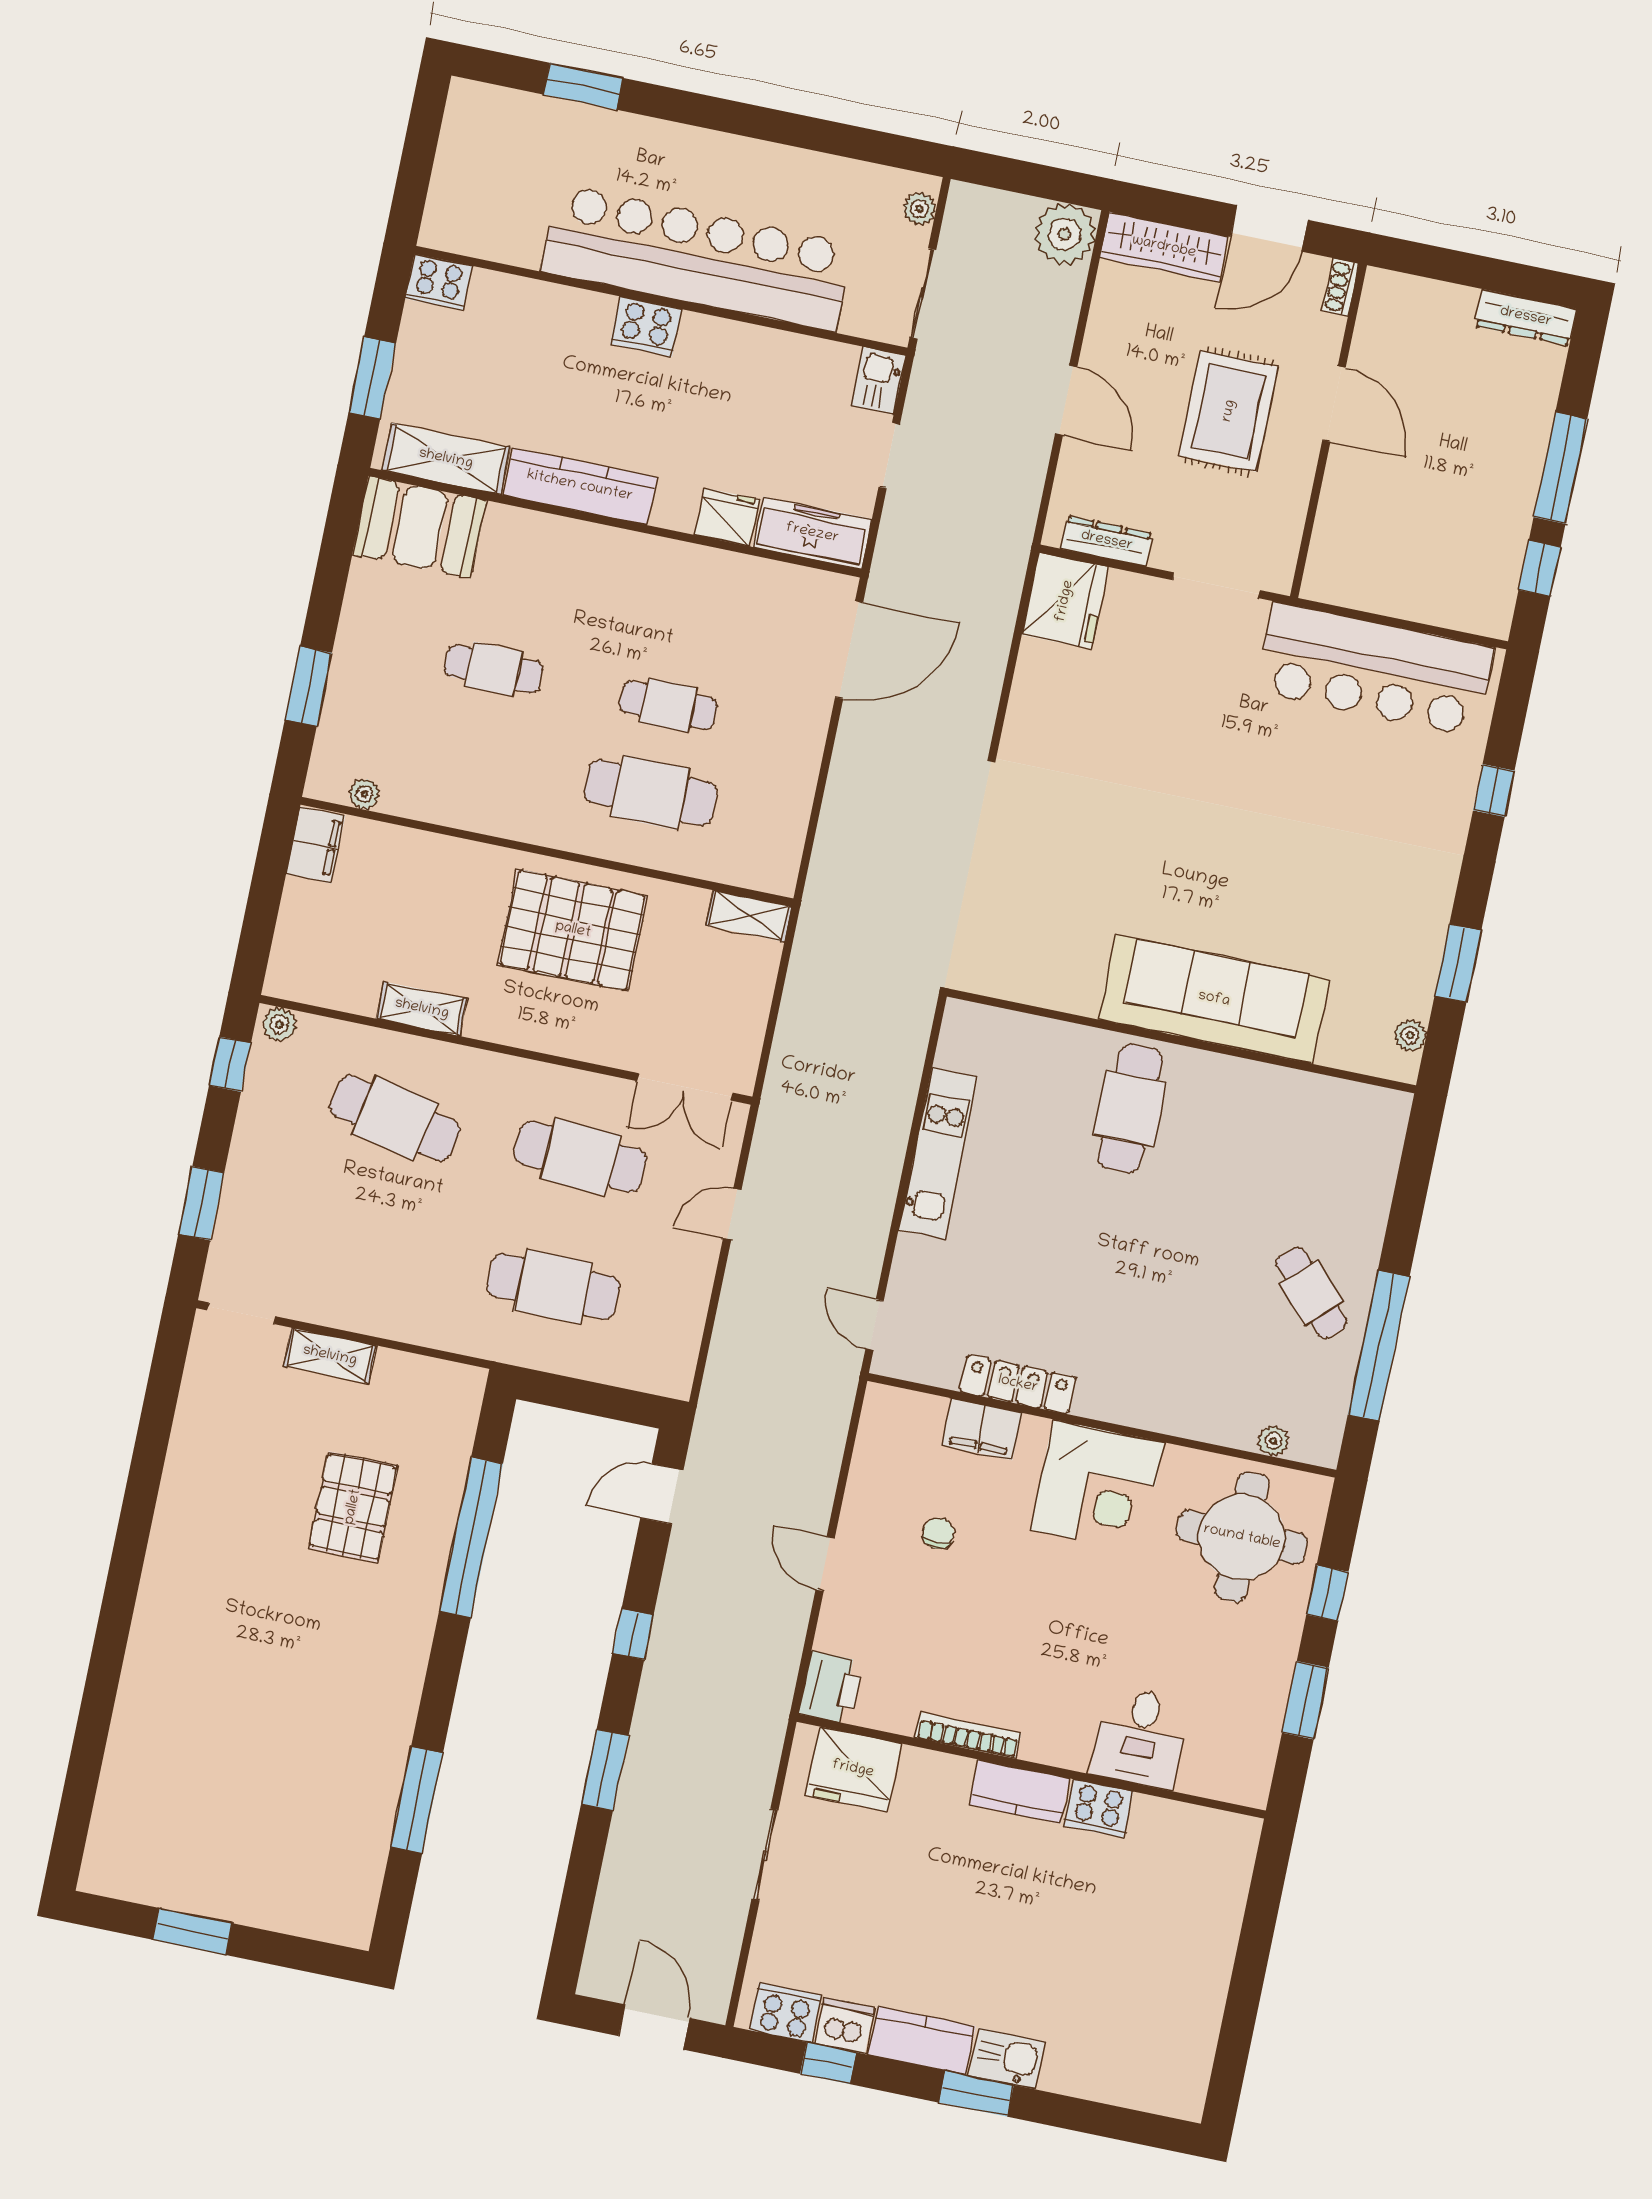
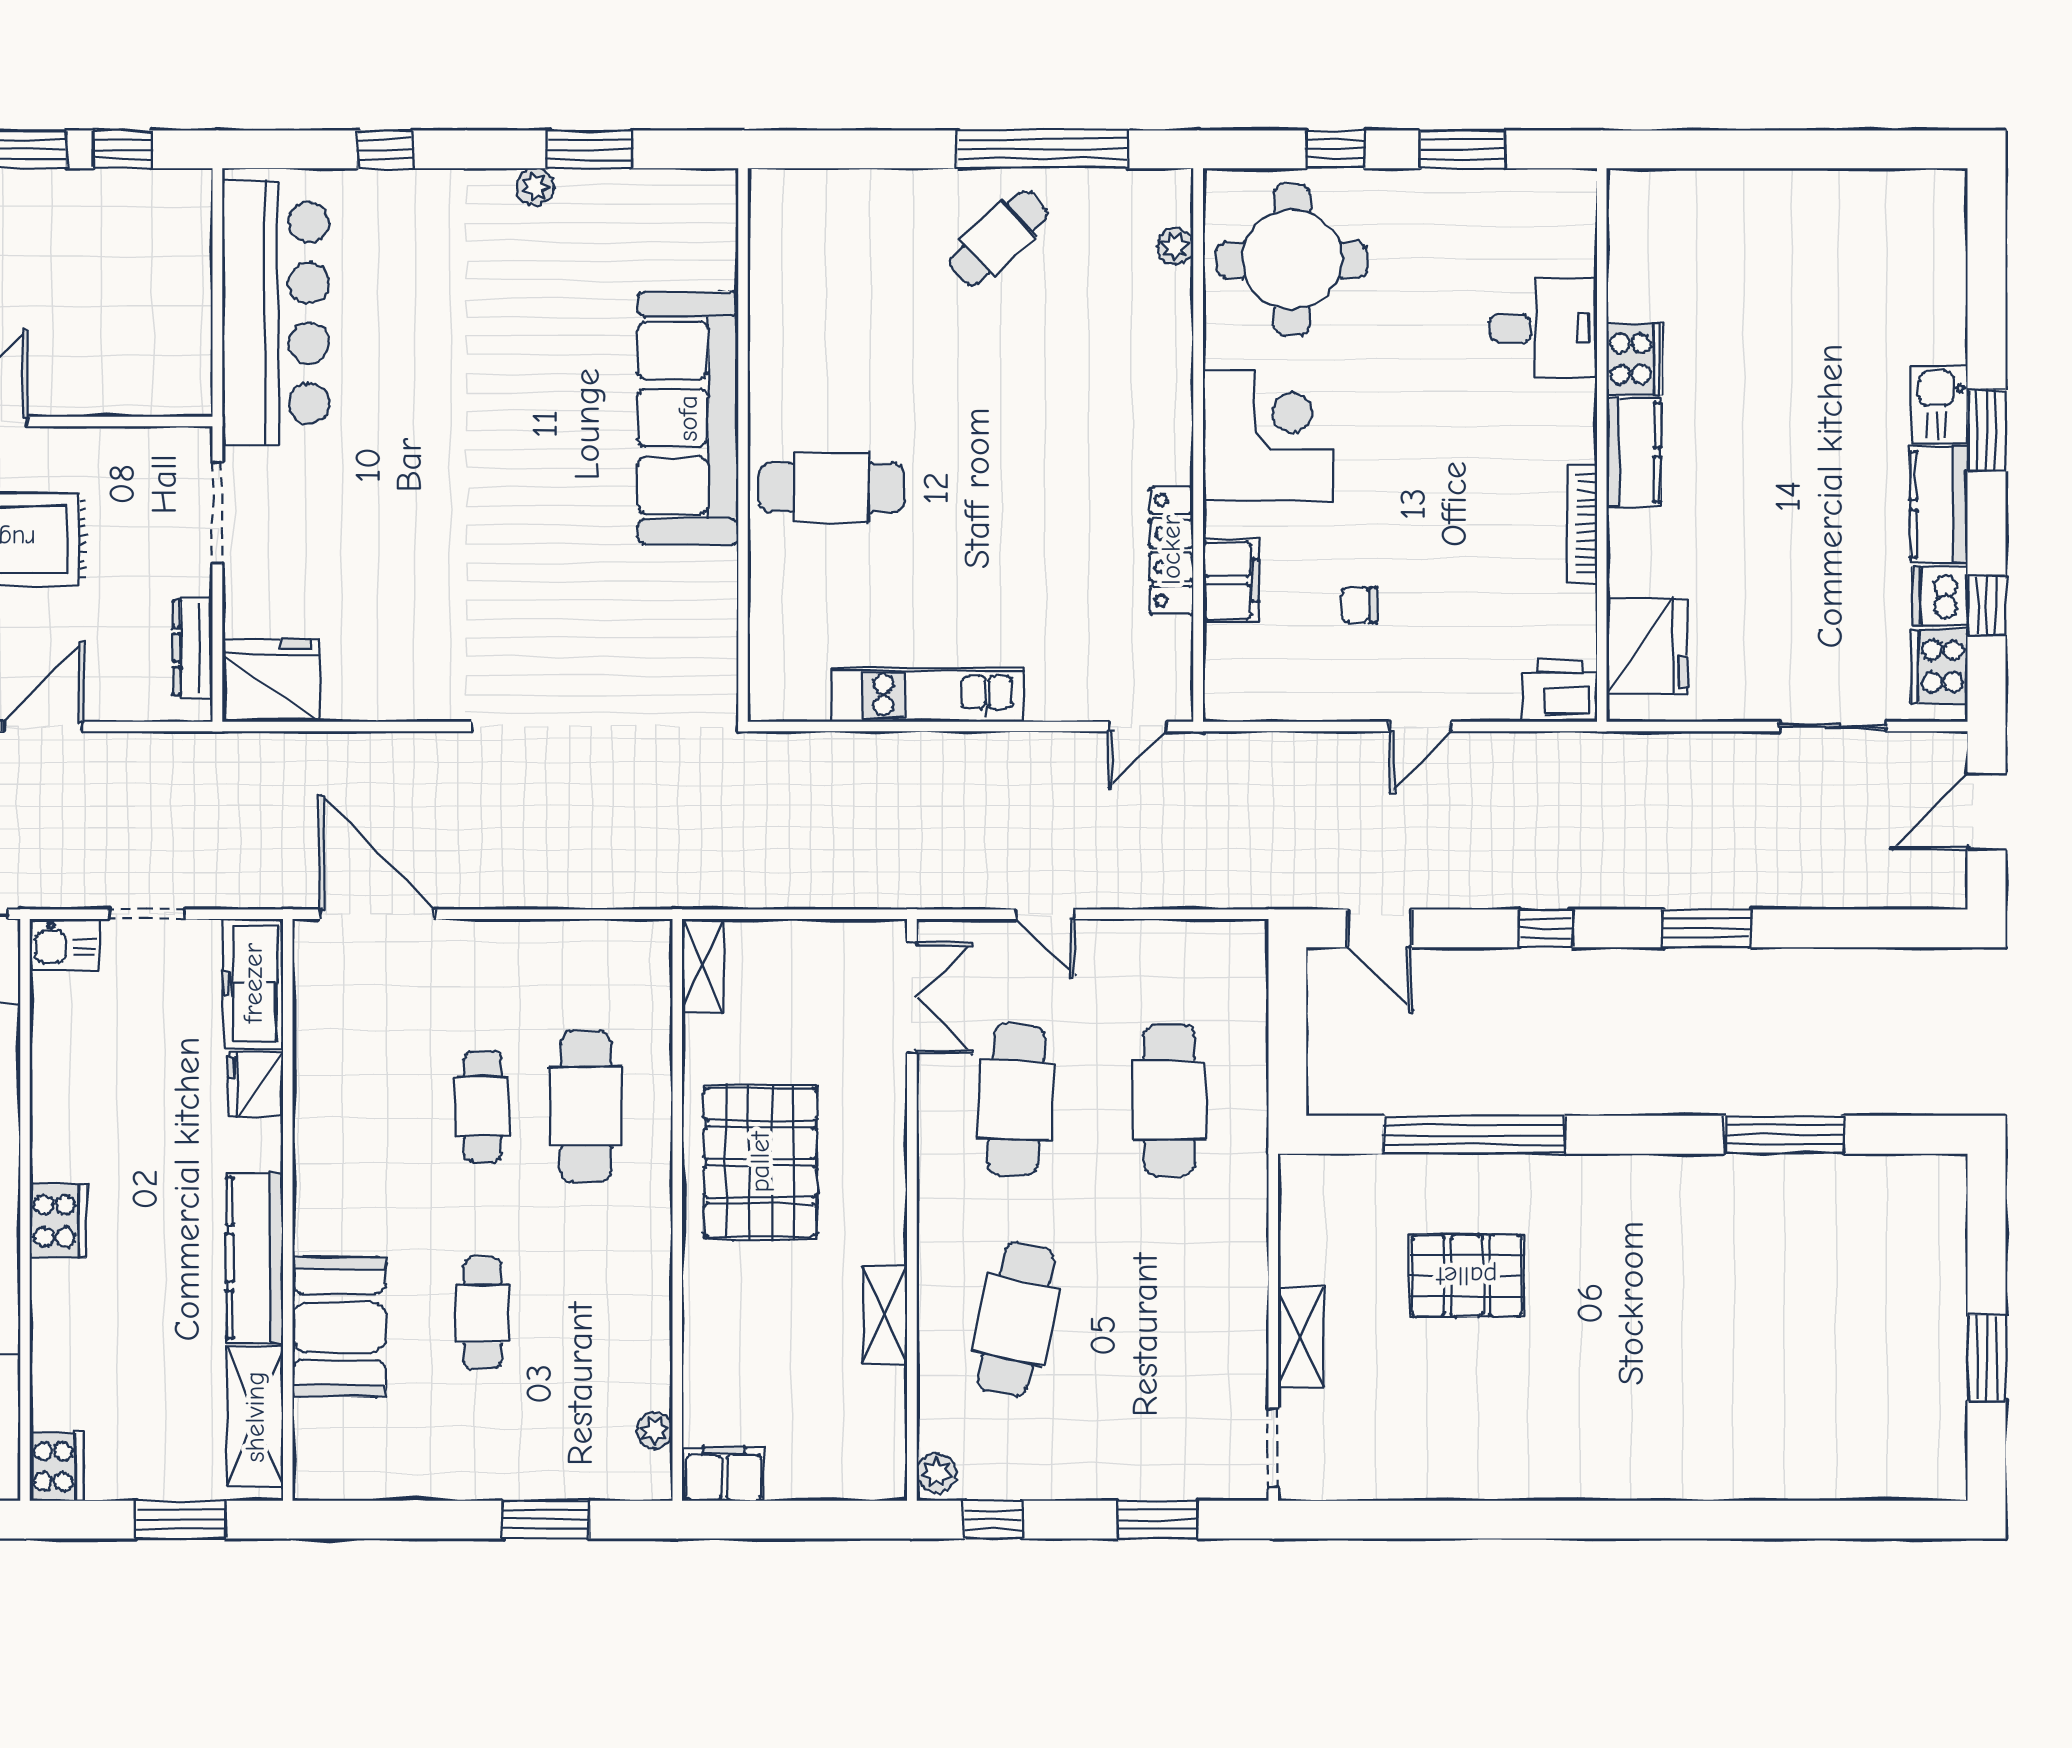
booth: (420, 527) -> (339, 1327), moved
plant: (1410, 1035) -> (535, 187), moved
sliding door: (765, 1854) -> (1833, 726), moved

